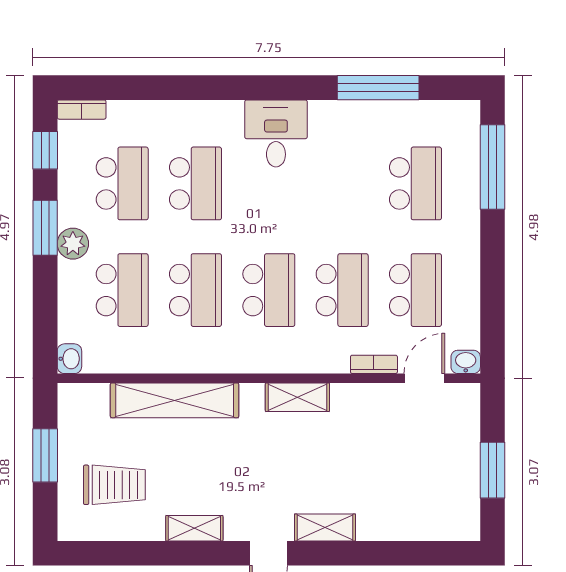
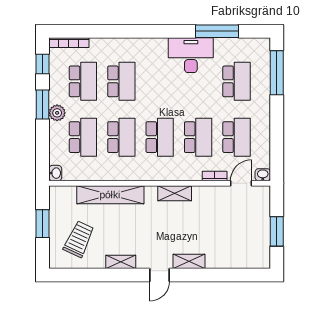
bookcase: (82, 110) -> (69, 43), width x1.56
desk: (276, 133) -> (191, 55), moved, width x1.37
trolley: (114, 485) -> (79, 239), turned -65

